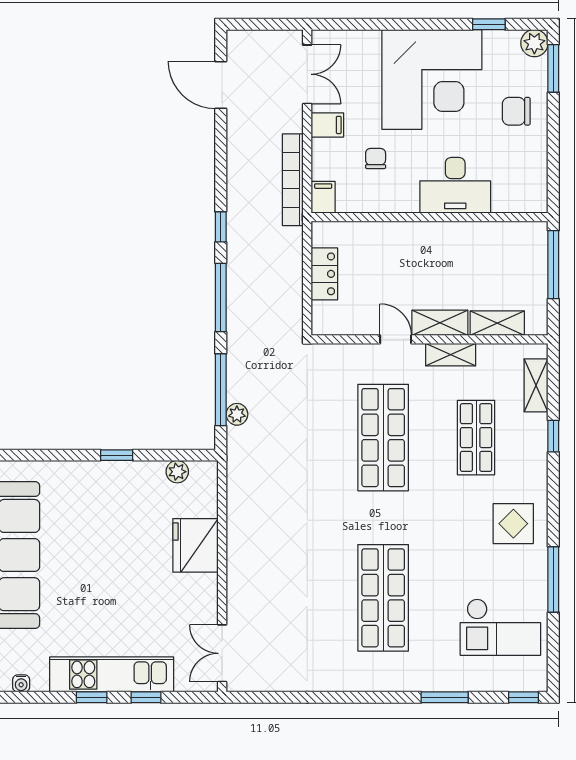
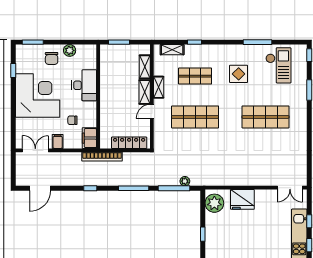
plant: (534, 43) -> (70, 50), moved
bookcase: (293, 180) -> (102, 157), moved
filing cabinet: (323, 197) -> (89, 138), width x2.00
window: (221, 227) -> (90, 188), moved
window: (553, 265) -> (119, 42), width x0.69
locker: (324, 274) -> (129, 143), width x1.53
plant: (177, 472) -> (214, 203), width x1.87, depth x1.87
display table: (513, 524) -> (239, 74), moved

